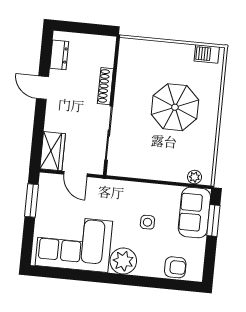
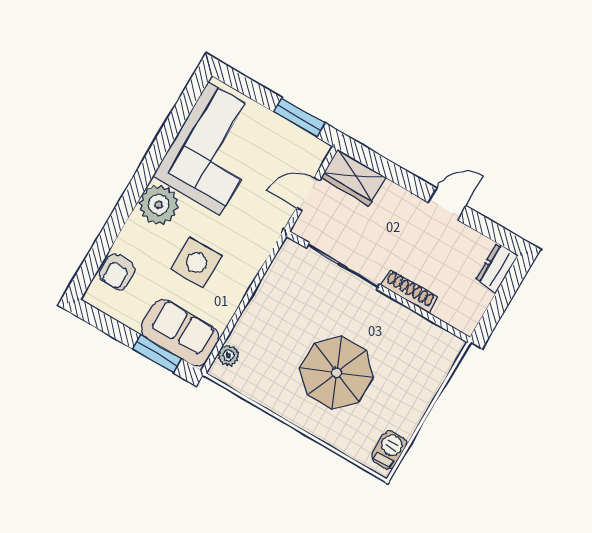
dresser: (59, 55) -> (497, 268), moved, turned 90
side table: (147, 222) -> (196, 262), width x1.87, depth x1.87

